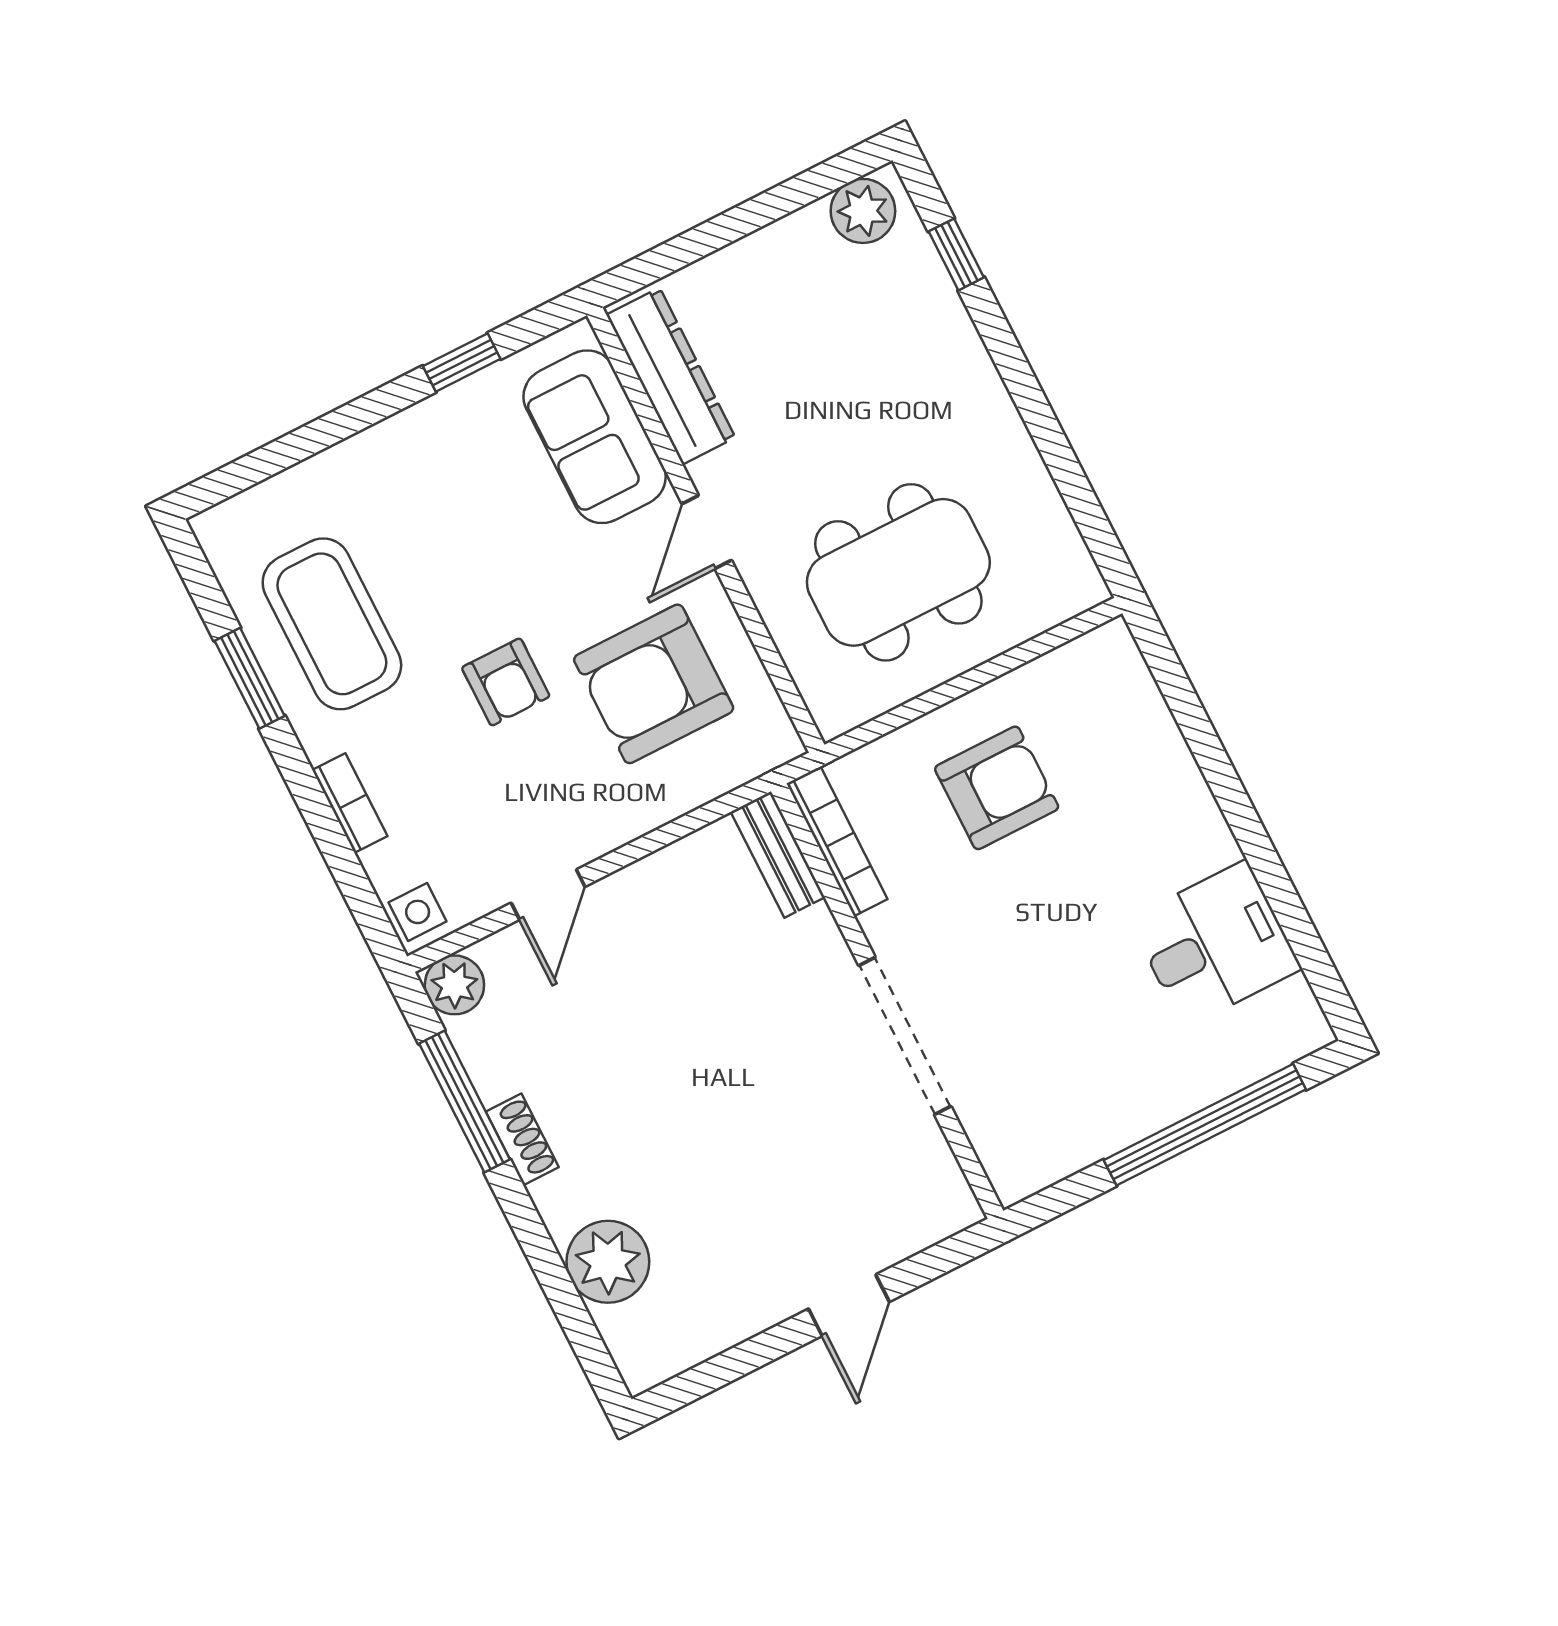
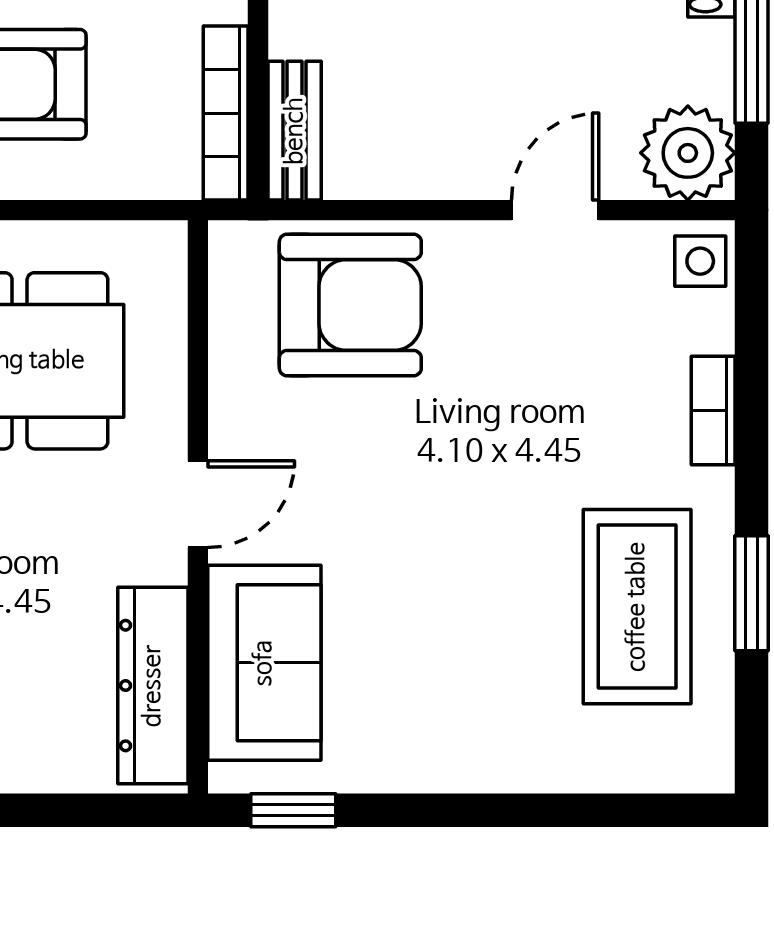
window: (462, 363) -> (293, 810), moved
armchair: (506, 682) -> (487, 454), removed
armchair: (654, 684) -> (350, 305), moved
plant: (454, 985) -> (688, 153), width x1.36, depth x1.36

